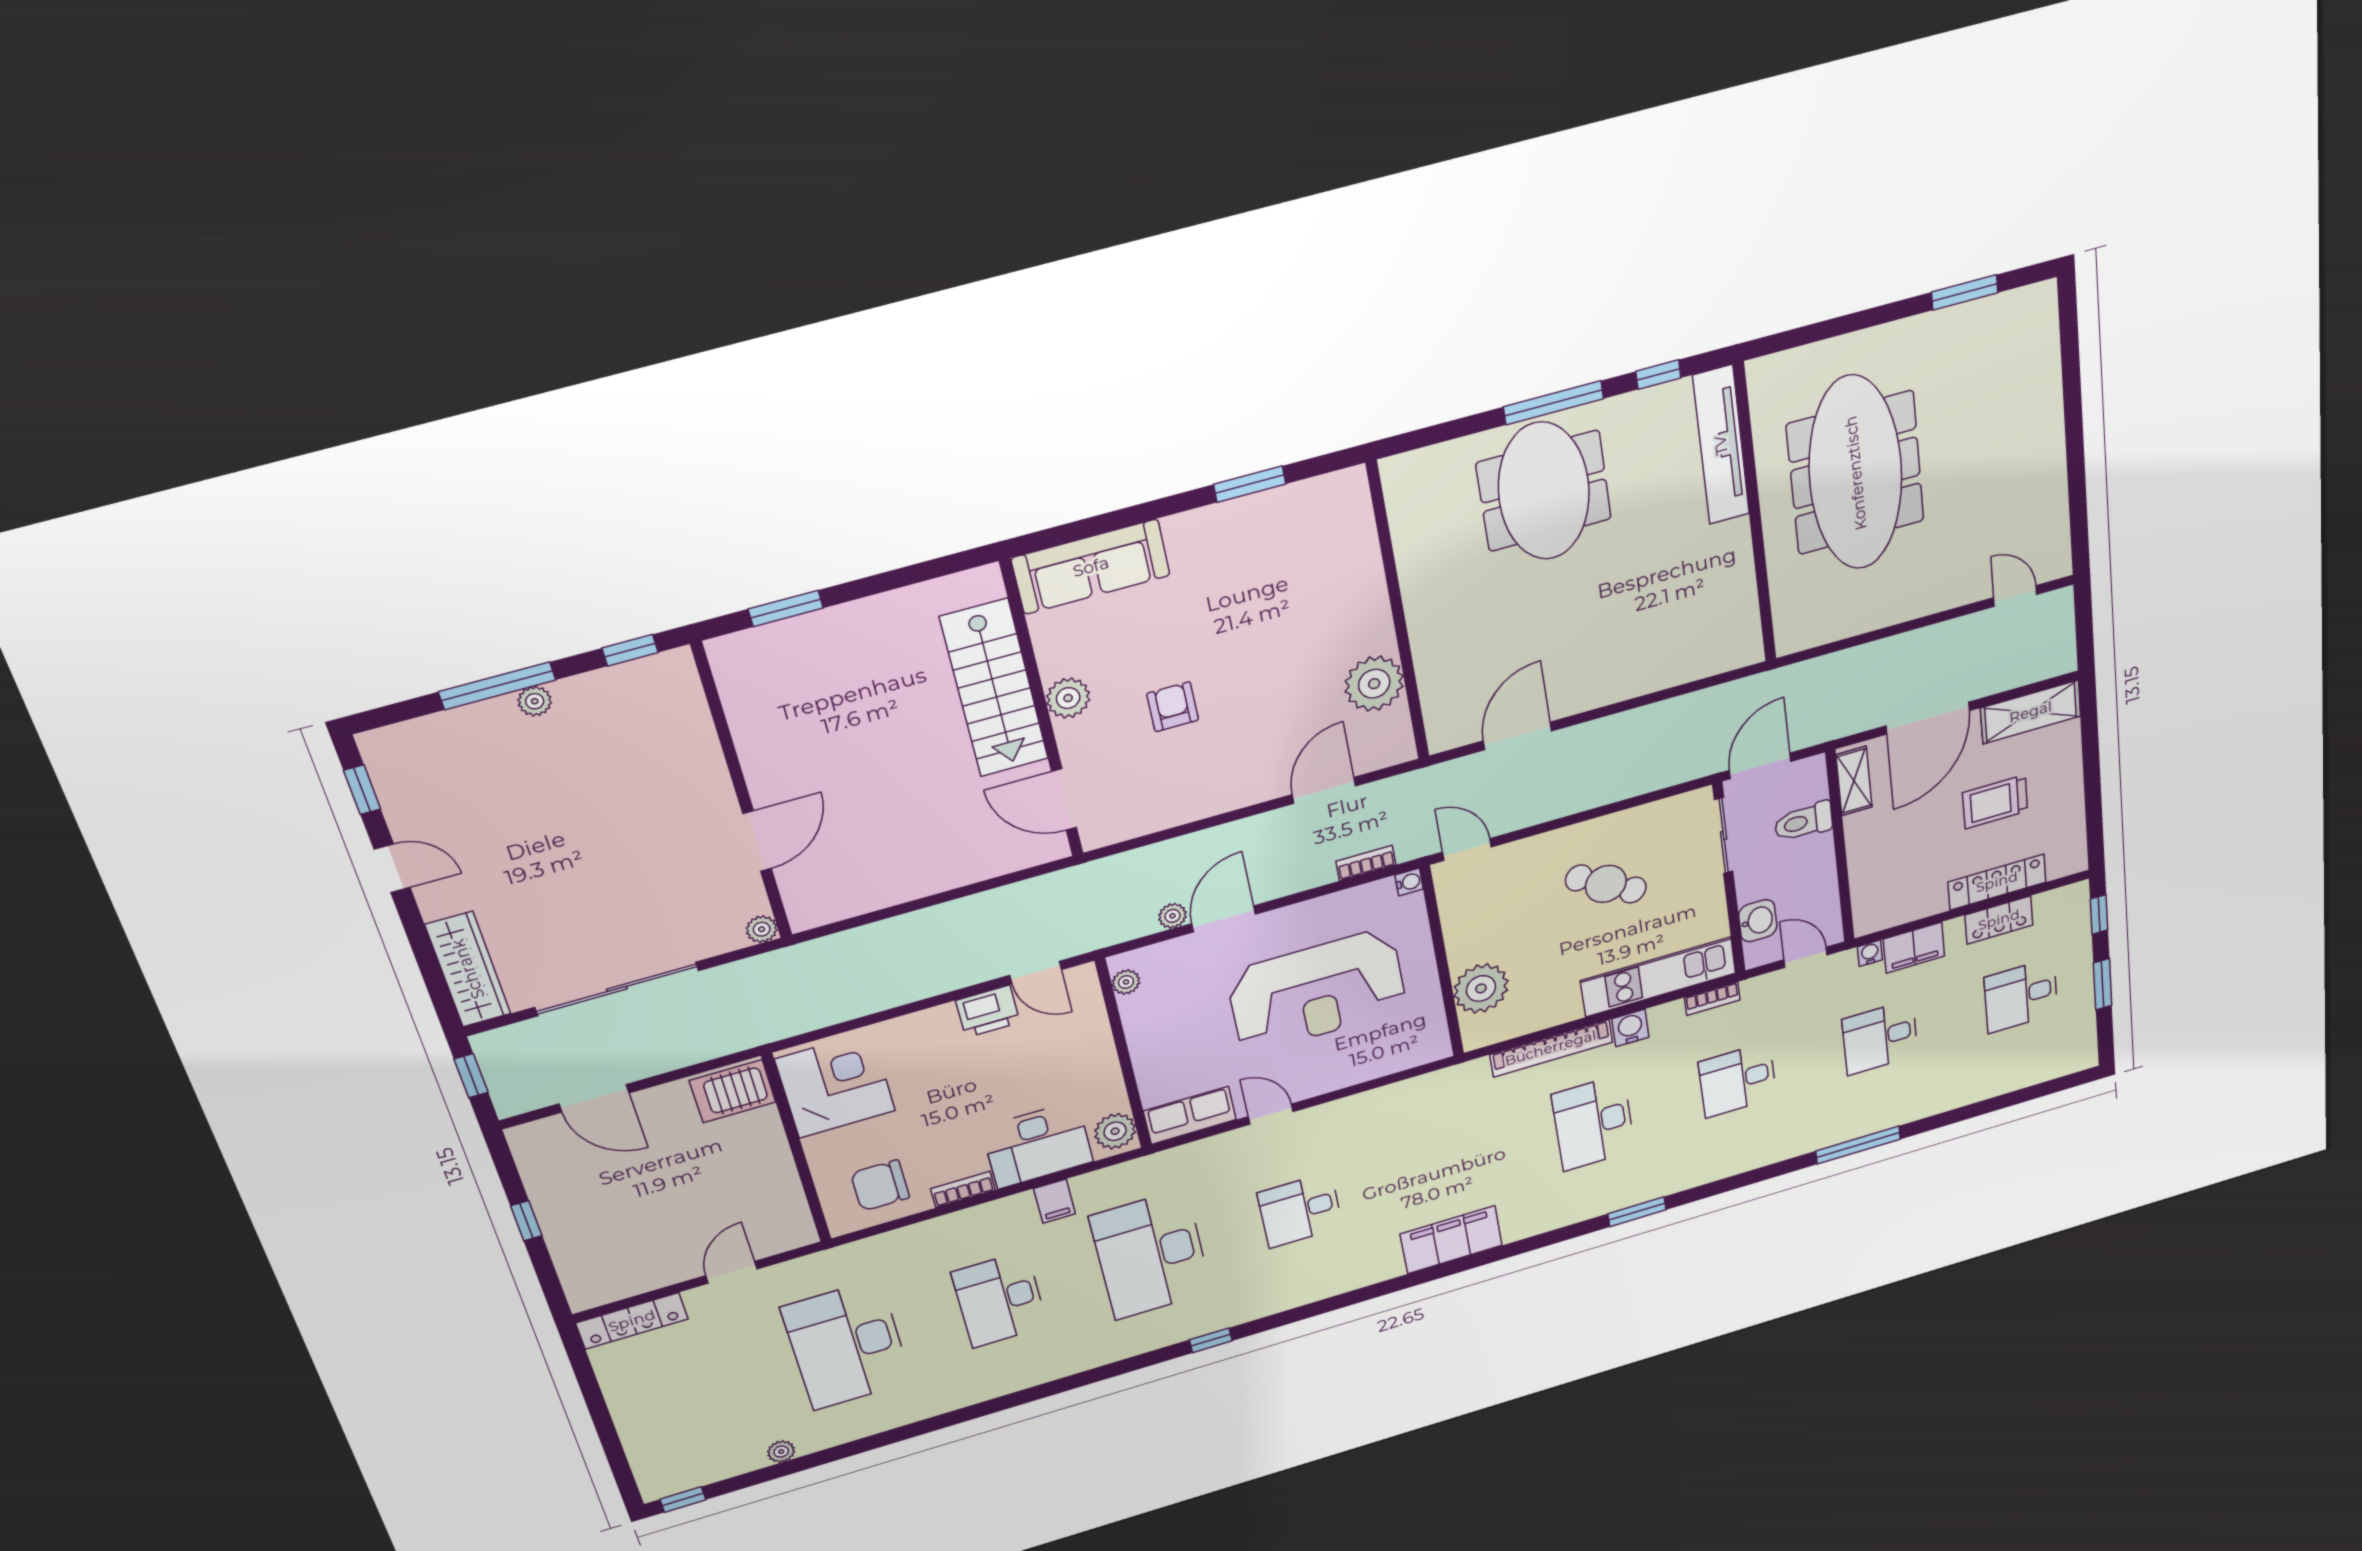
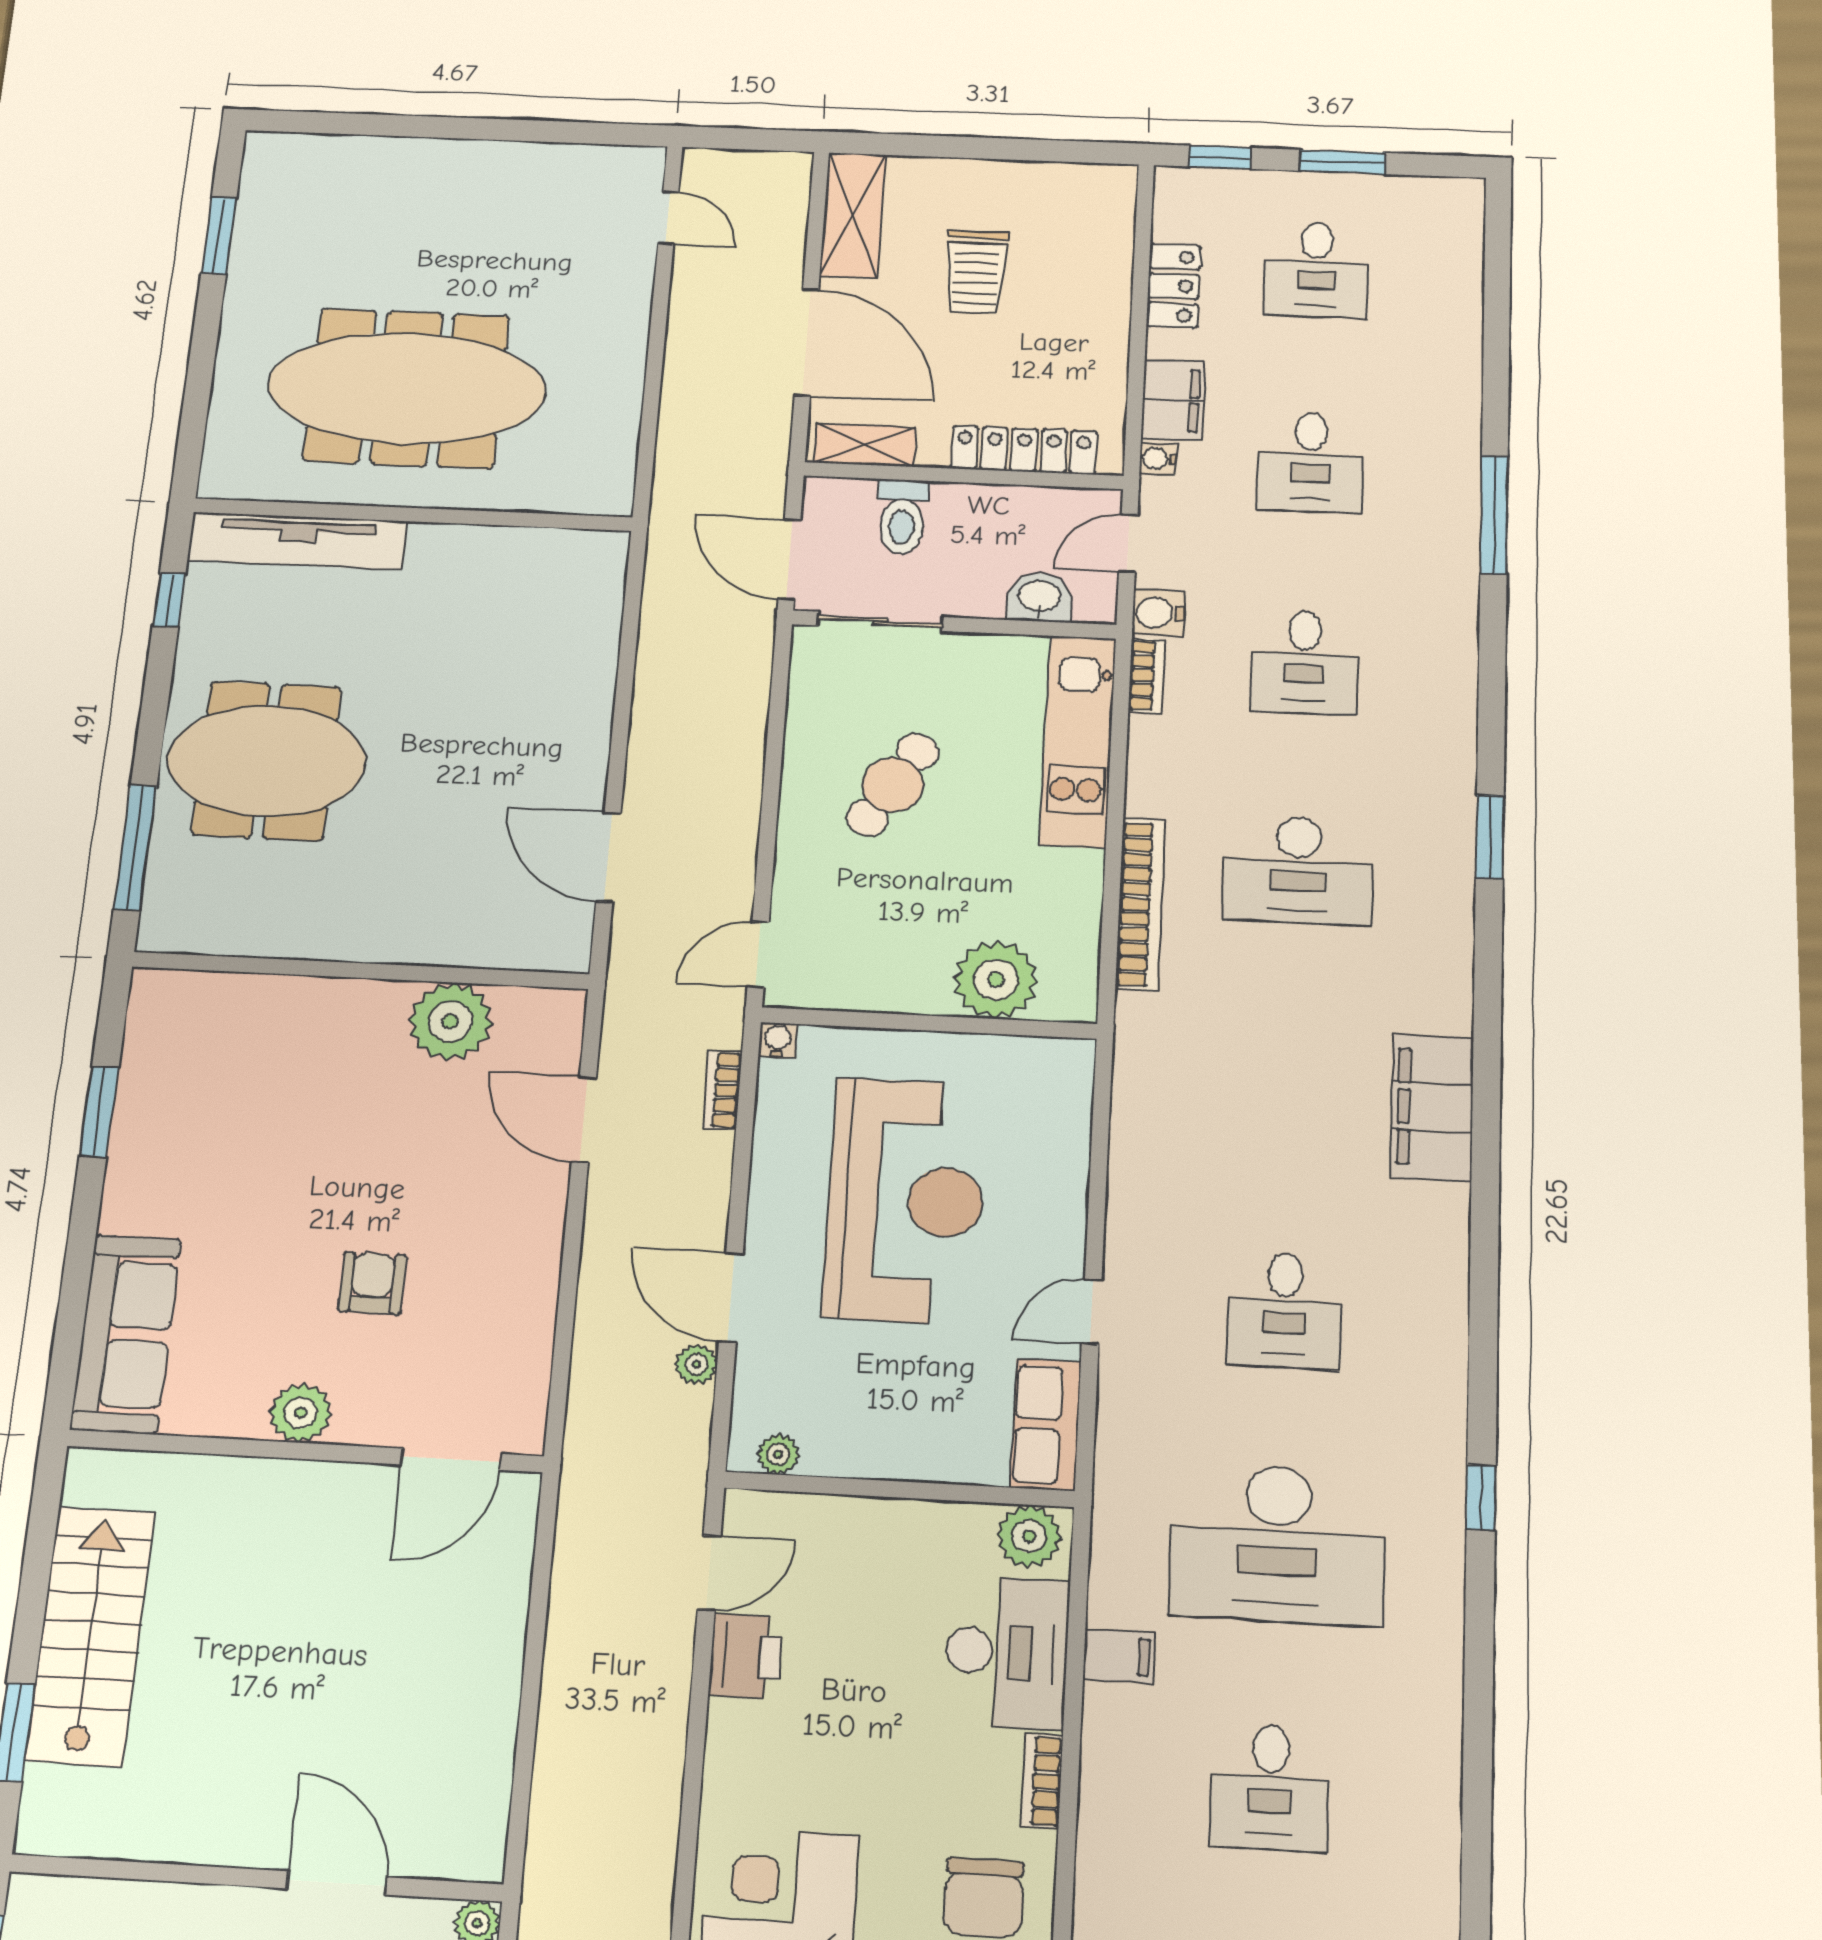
window: (1553, 403) -> (135, 847), moved
door: (2015, 596) -> (668, 218), swing flipped
stairs: (994, 688) -> (91, 1636), moved, turned -90
armchair: (1173, 707) -> (372, 1283), turned 90
locker: (1997, 882) -> (1024, 450), moved, turned 90
water cooler: (1630, 1028) -> (1158, 613), moved
desk: (1000, 1299) -> (1270, 1787), width x0.73

